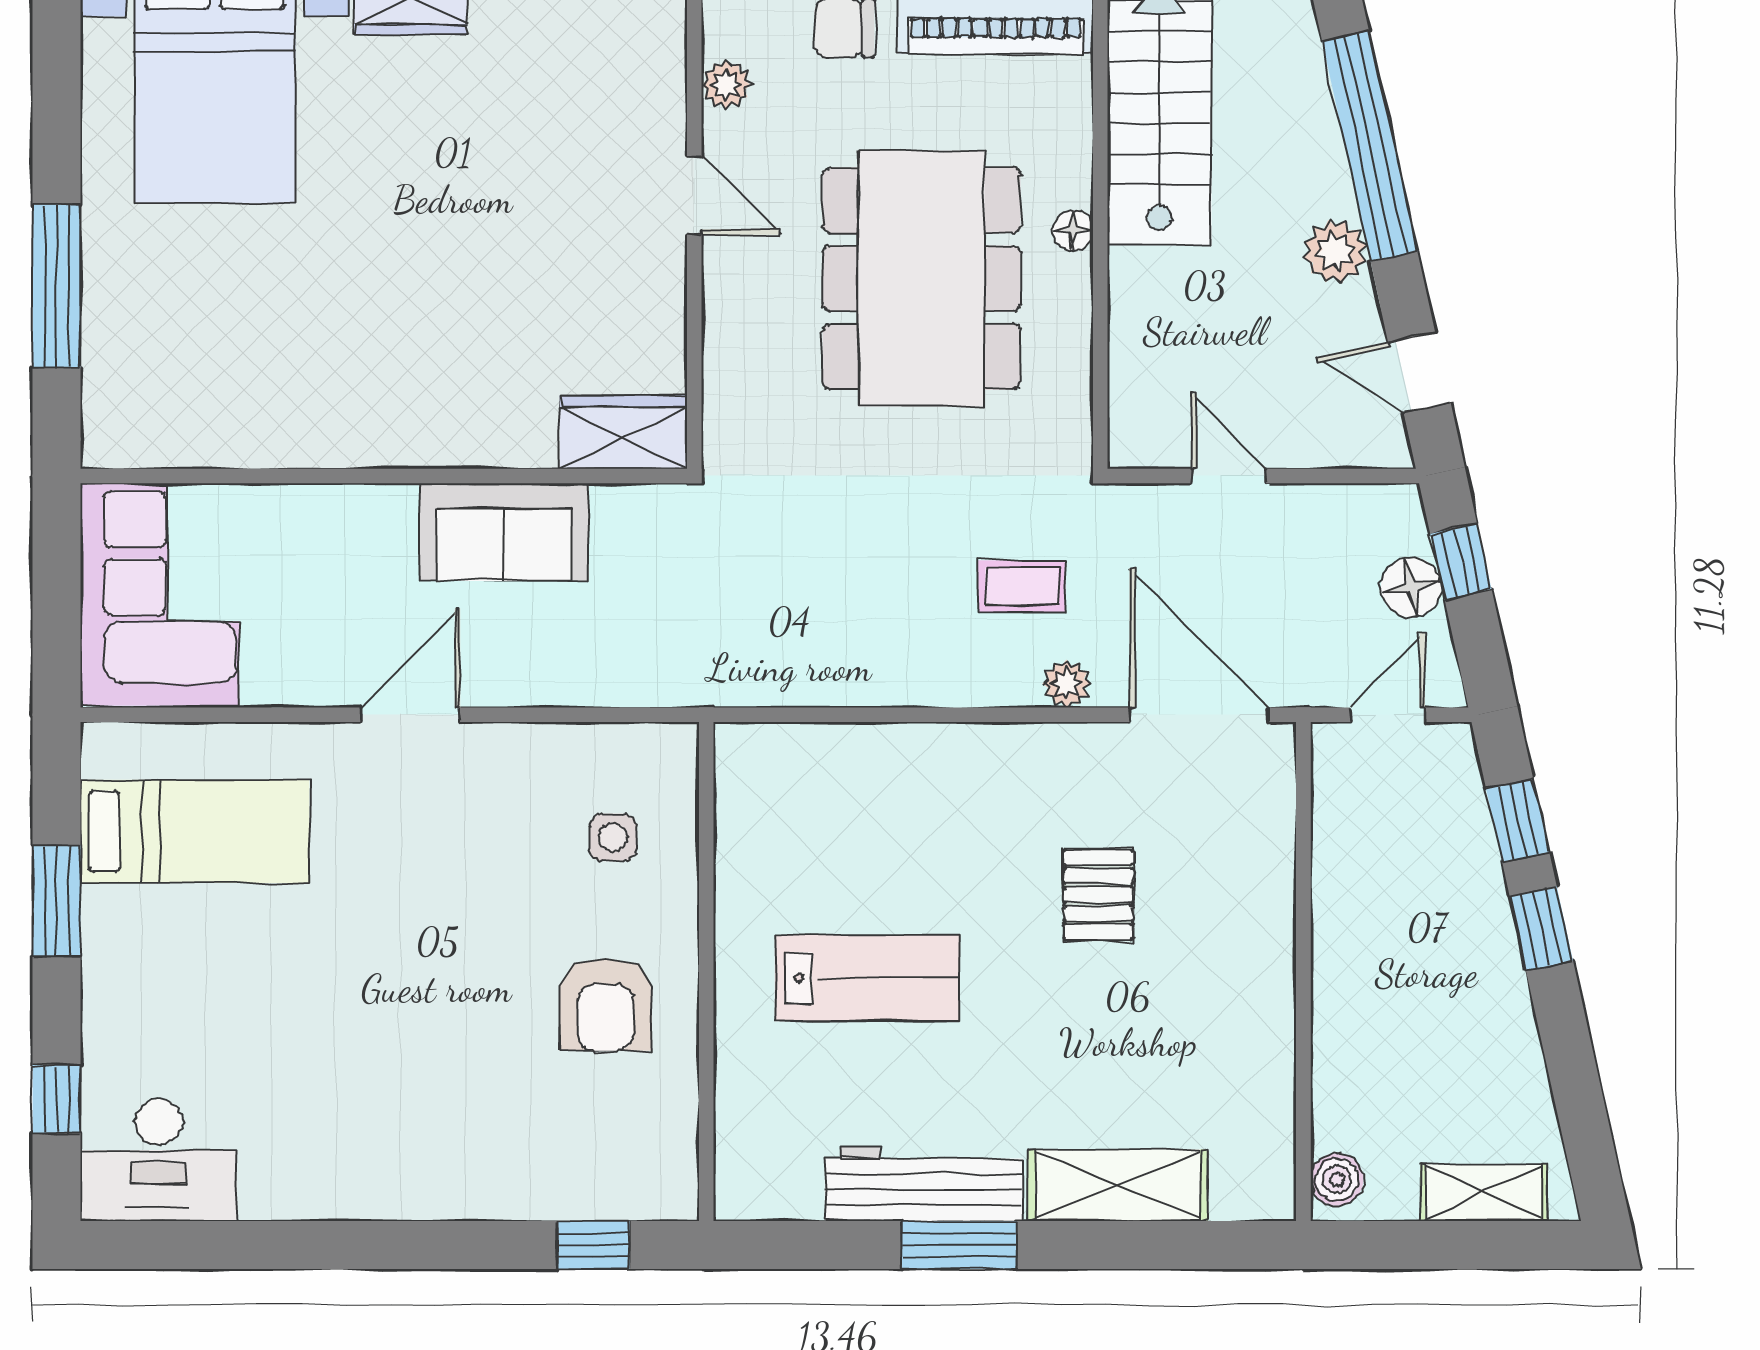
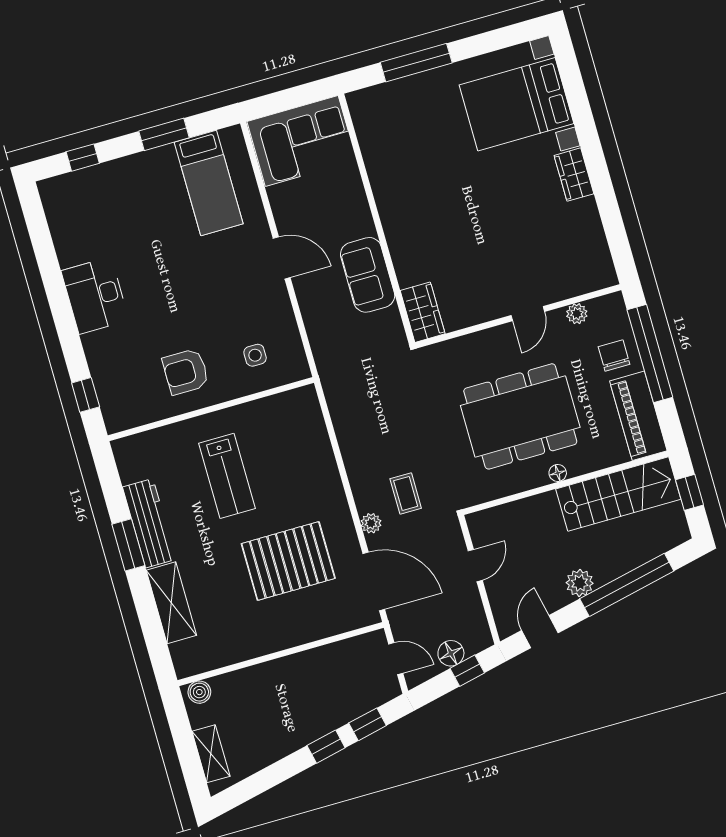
door: (1199, 715) -> (374, 581), hinge flipped
pallet: (1098, 895) -> (288, 561), width x2.05, depth x2.00
desk: (158, 1160) -> (95, 296), moved

